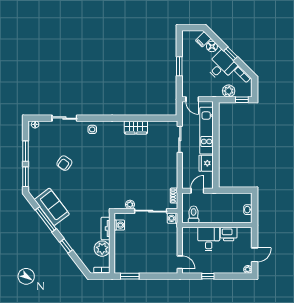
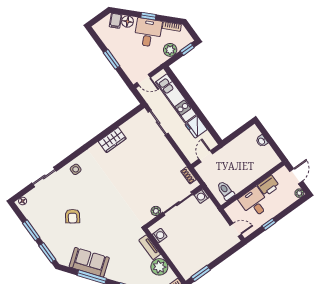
toilet: (194, 214) -> (226, 191), moved
wall: (217, 225) -> (253, 185), moved
printer: (229, 234) -> (269, 186), moved
desk: (209, 239) -> (254, 203), moved

